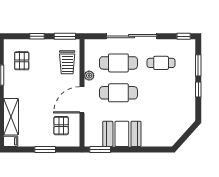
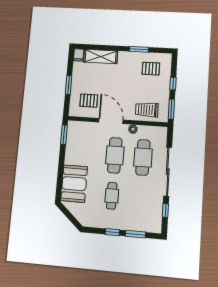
window: (184, 36) -> (165, 210), moved
cafe table: (161, 63) -> (112, 196), moved
booth: (122, 134) -> (74, 184), moved

